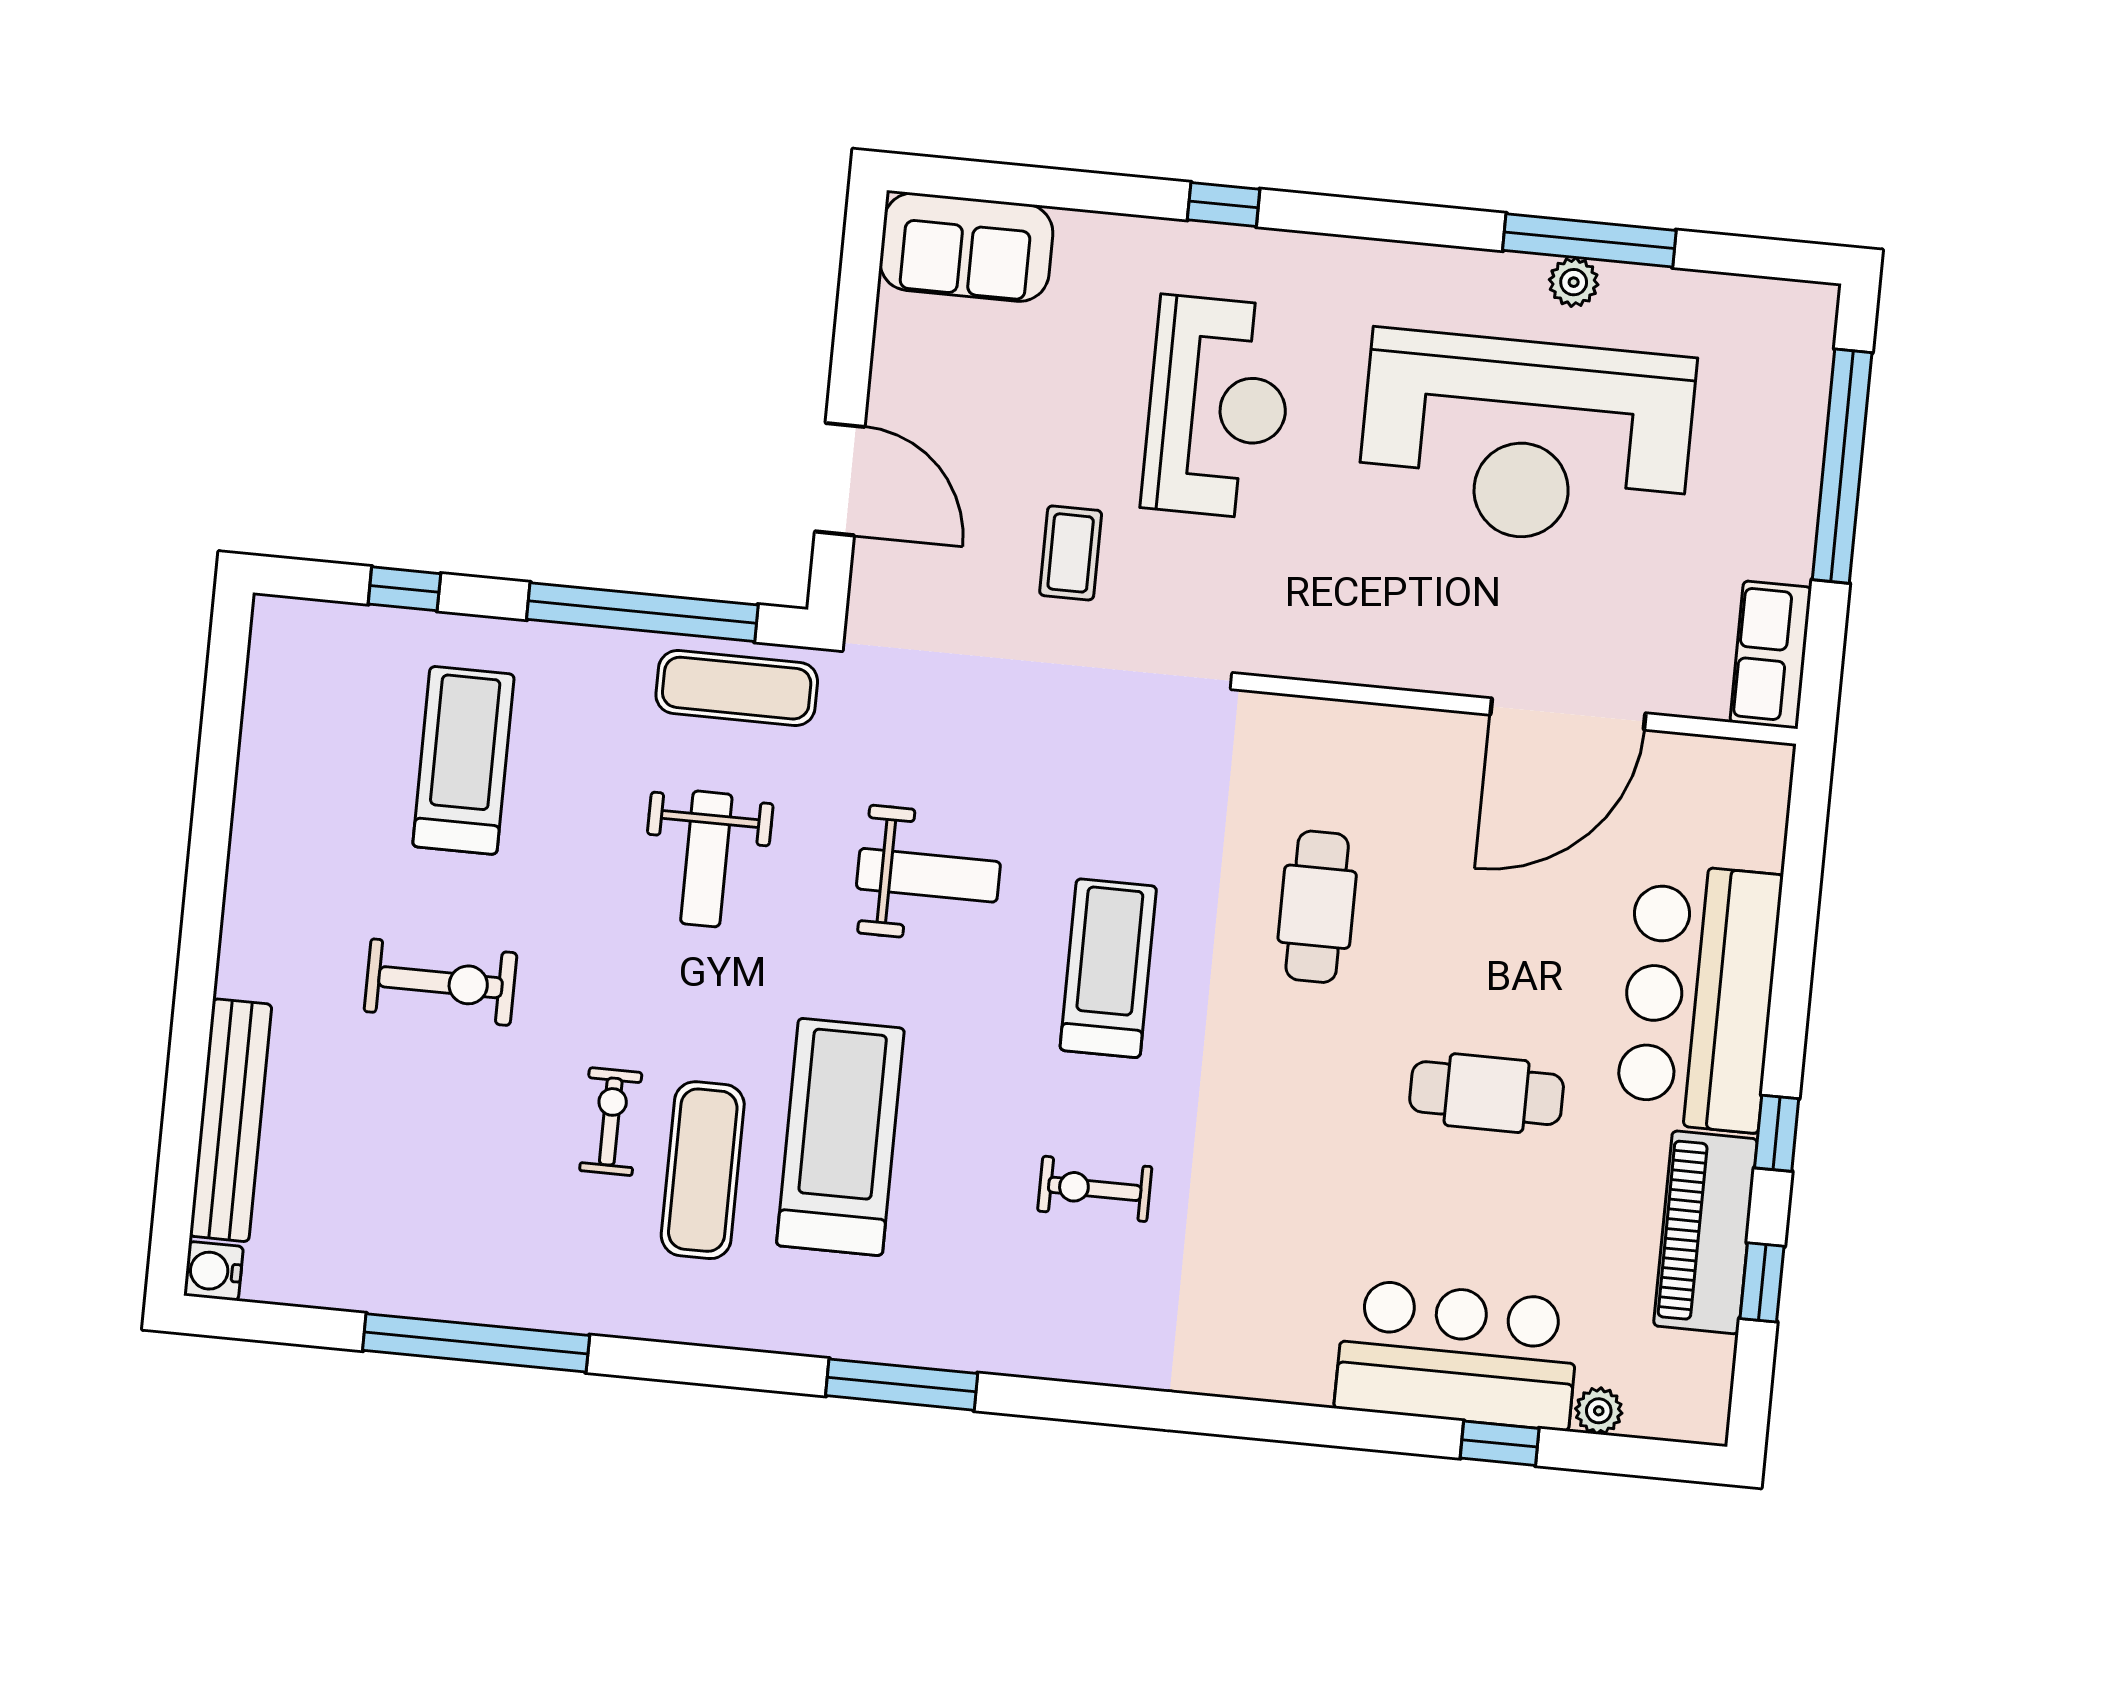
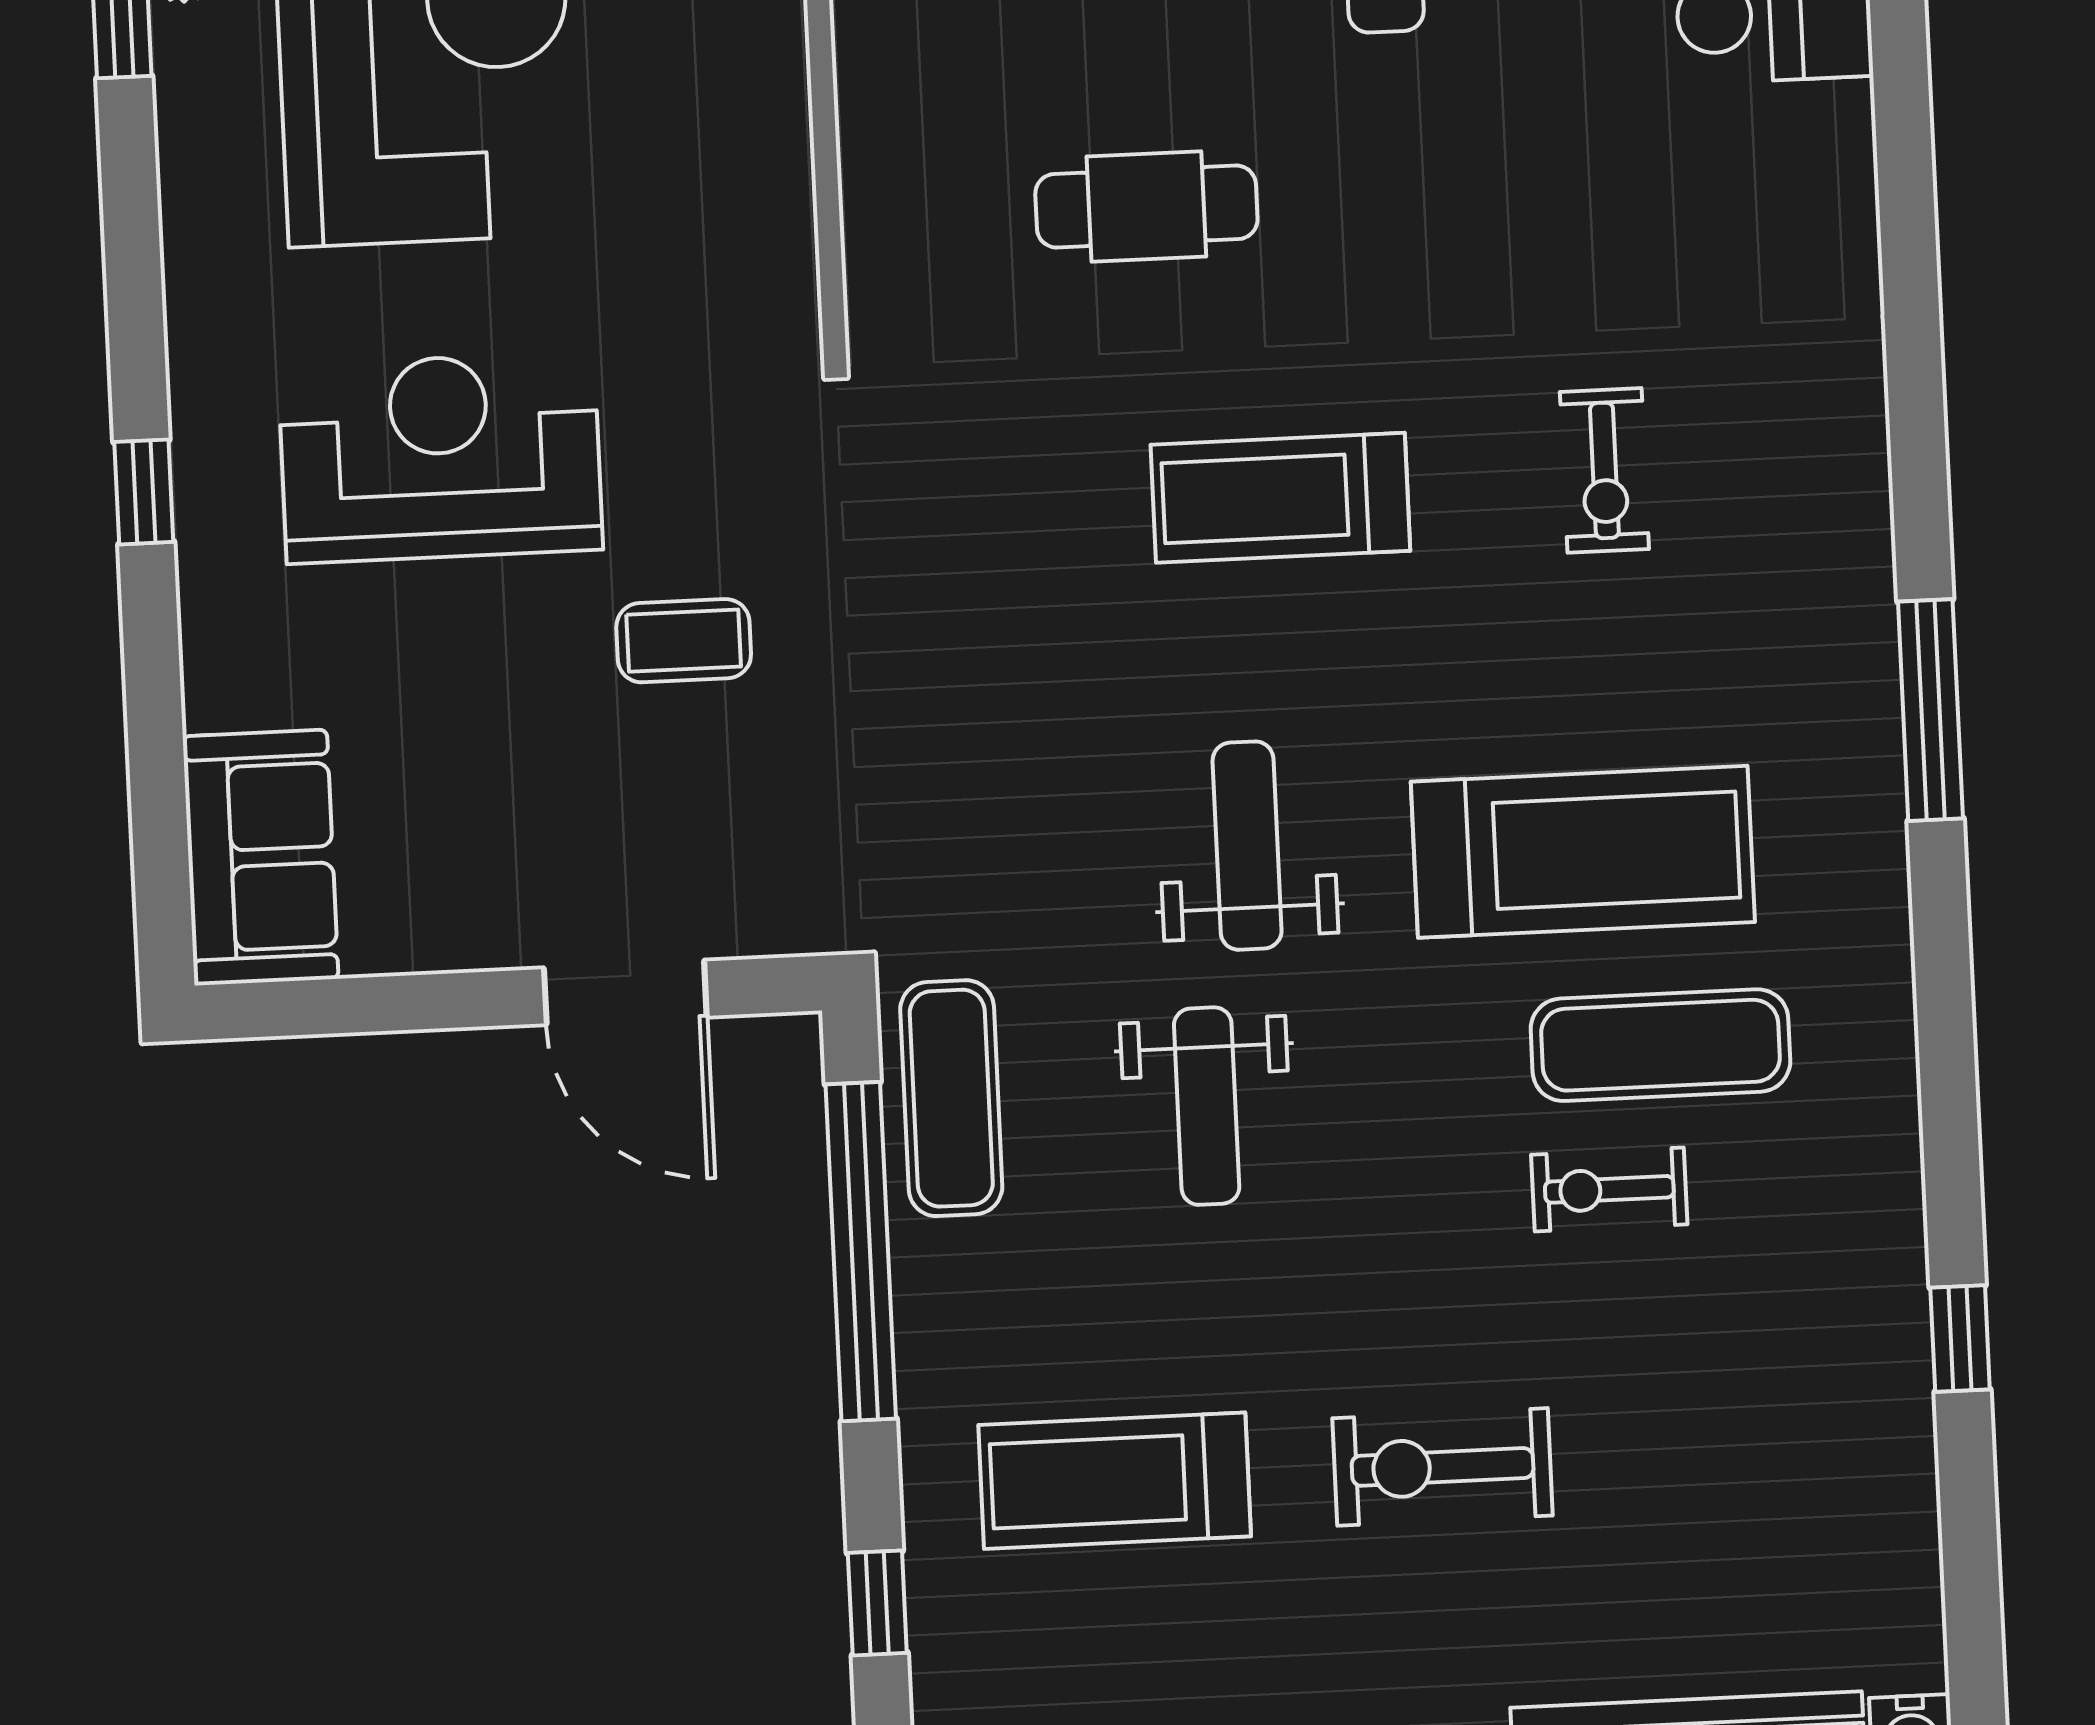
door: (840, 479) -> (625, 992), swing flipped
weight bench: (706, 859) -> (1207, 1106), turned 90
weight bench: (928, 875) -> (1247, 846), moved
exercise bike: (441, 982) -> (1443, 1467), turned -90
treadmill: (840, 1137) -> (1583, 852), turned 180
window: (476, 1343) -> (1960, 1338), width x0.32

